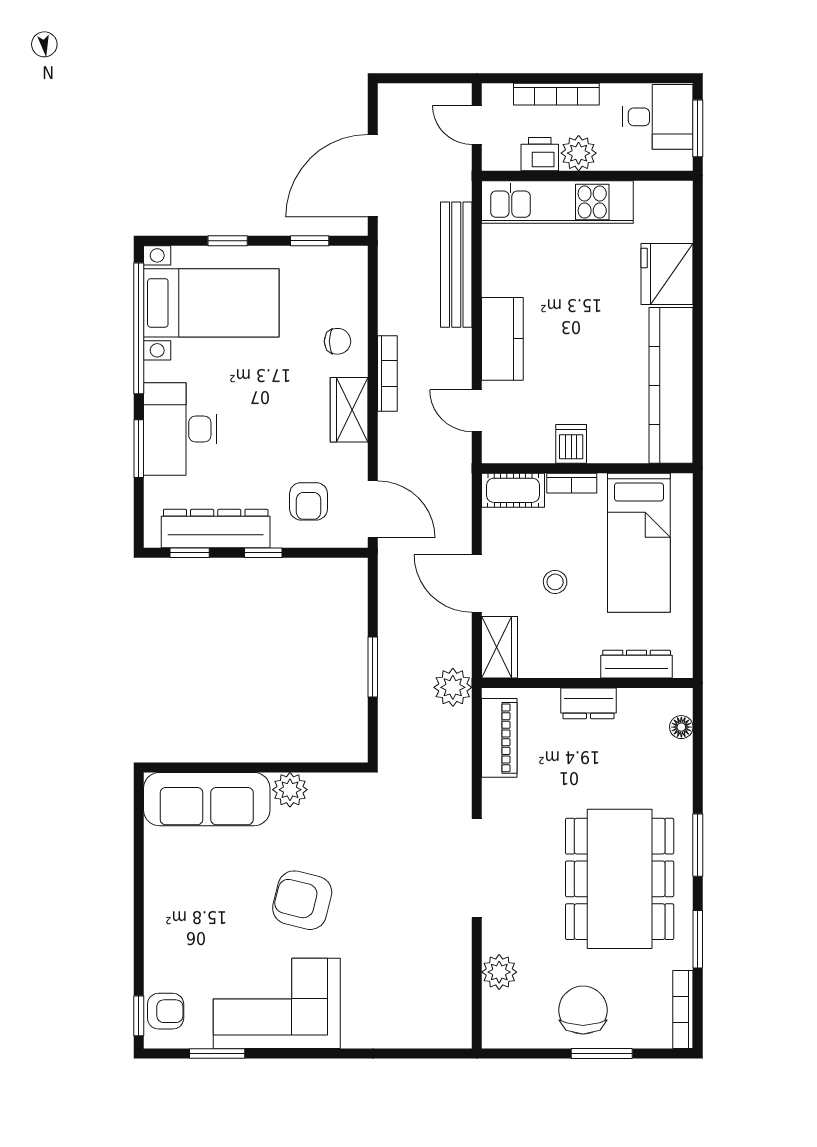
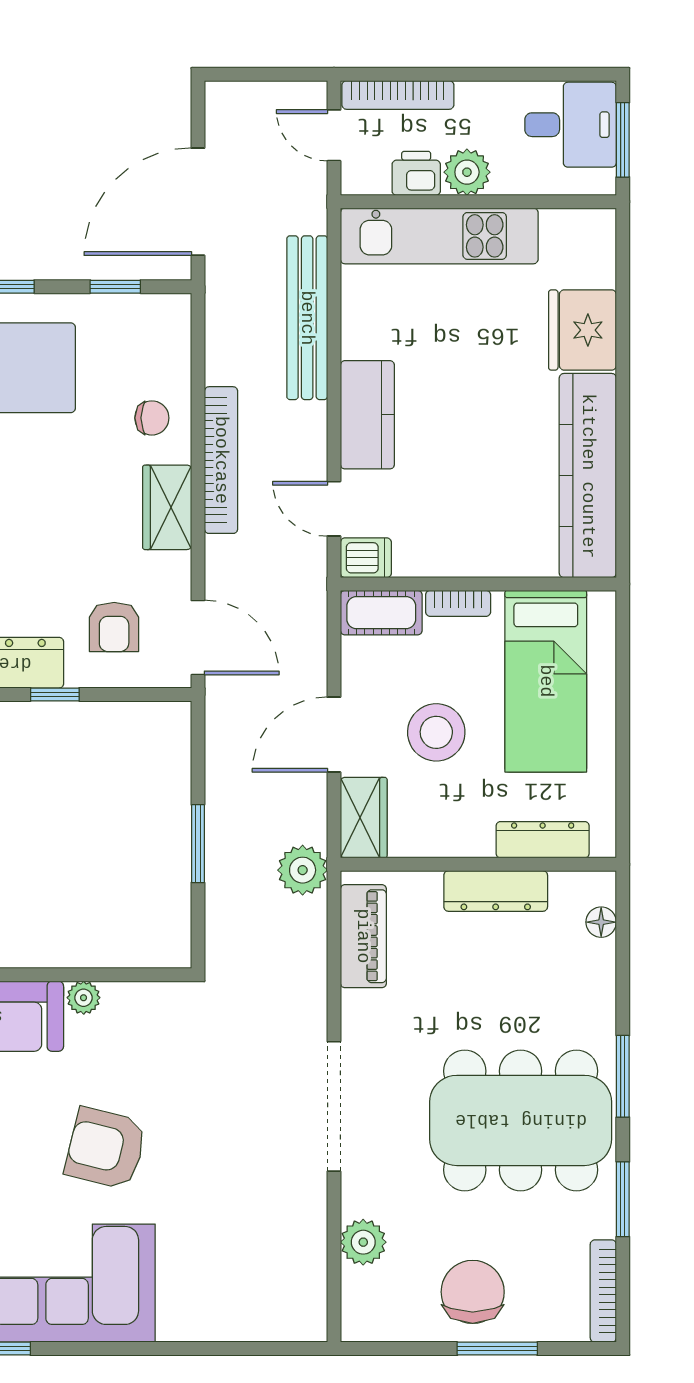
bookcase: (556, 94) -> (398, 95), moved
bookcase: (387, 374) -> (221, 460), width x1.48, depth x1.31
dishwasher: (571, 444) -> (366, 558), moved, turned 90
stool: (555, 582) -> (436, 732), width x1.89, depth x1.89
door: (477, 584) -> (334, 735), hinge flipped
dresser: (588, 703) -> (496, 891), width x1.44
plant: (290, 790) -> (84, 998), width x0.73, depth x0.73
dining table: (620, 879) -> (521, 1120), turned 90

